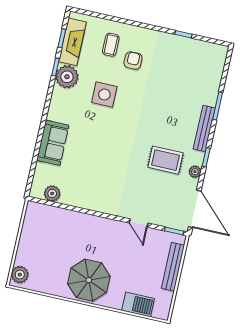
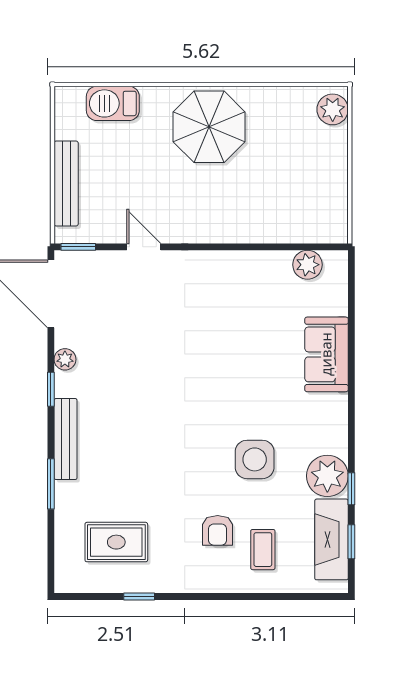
rug: (166, 160) -> (116, 542), moved

